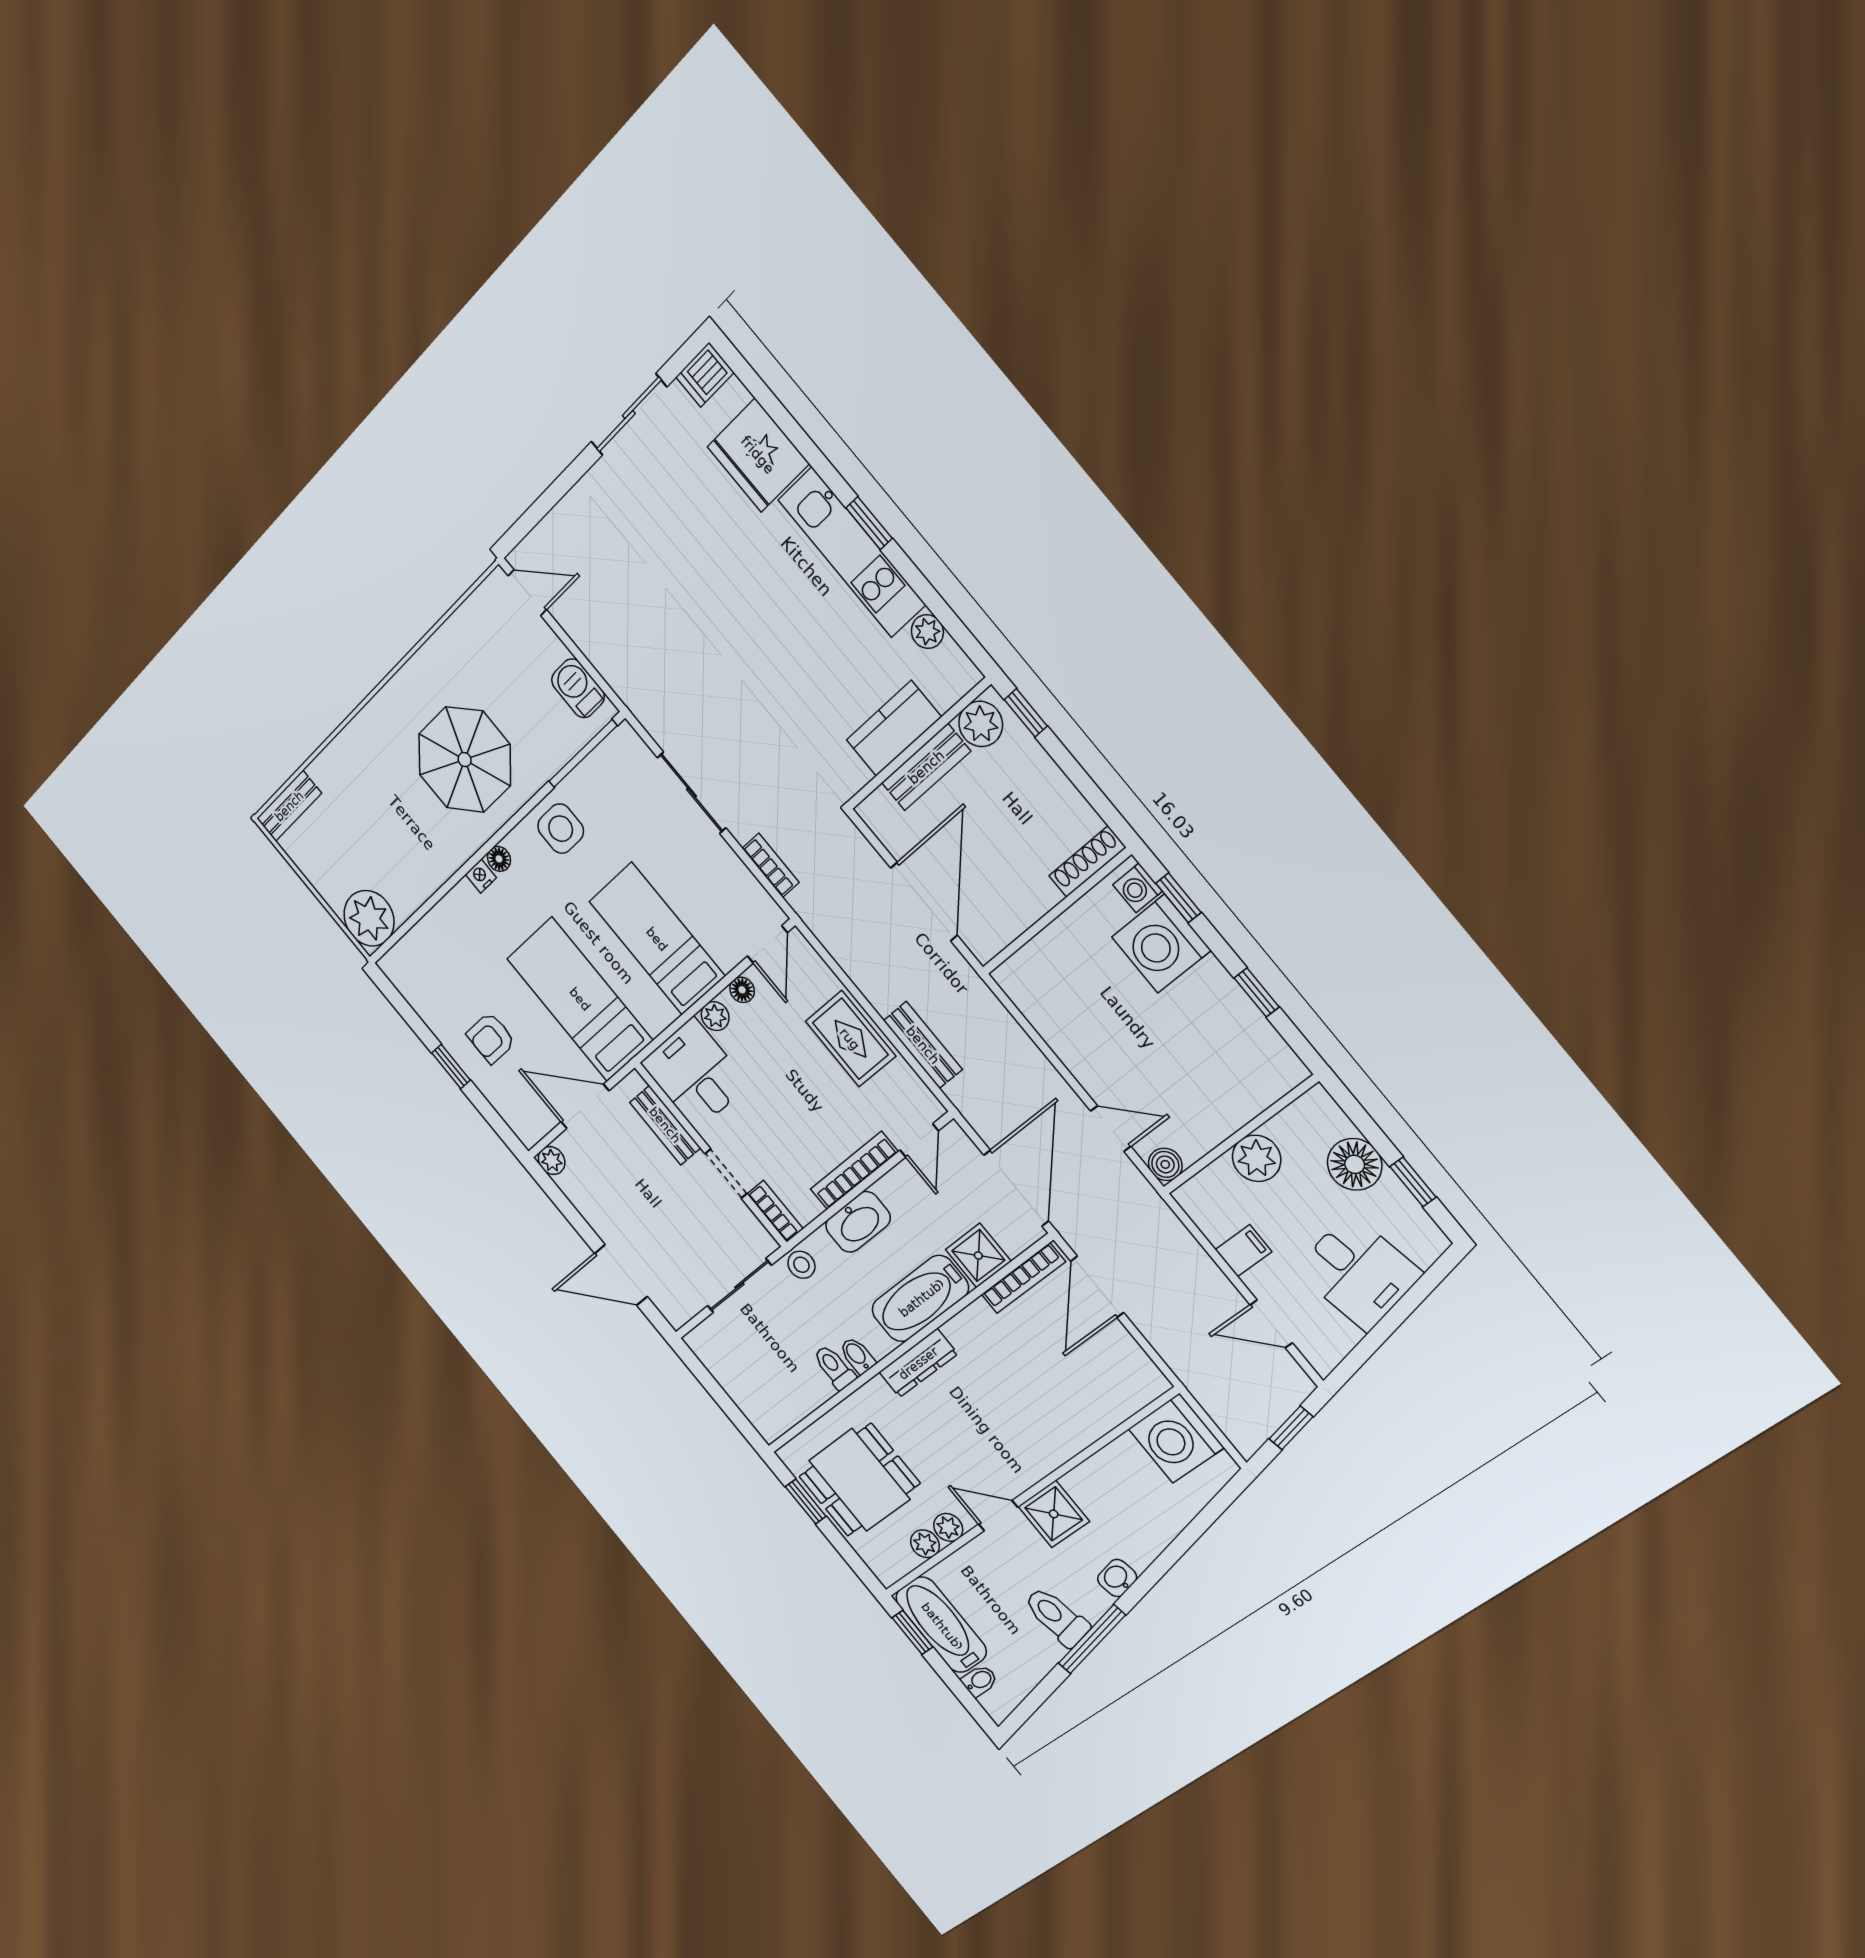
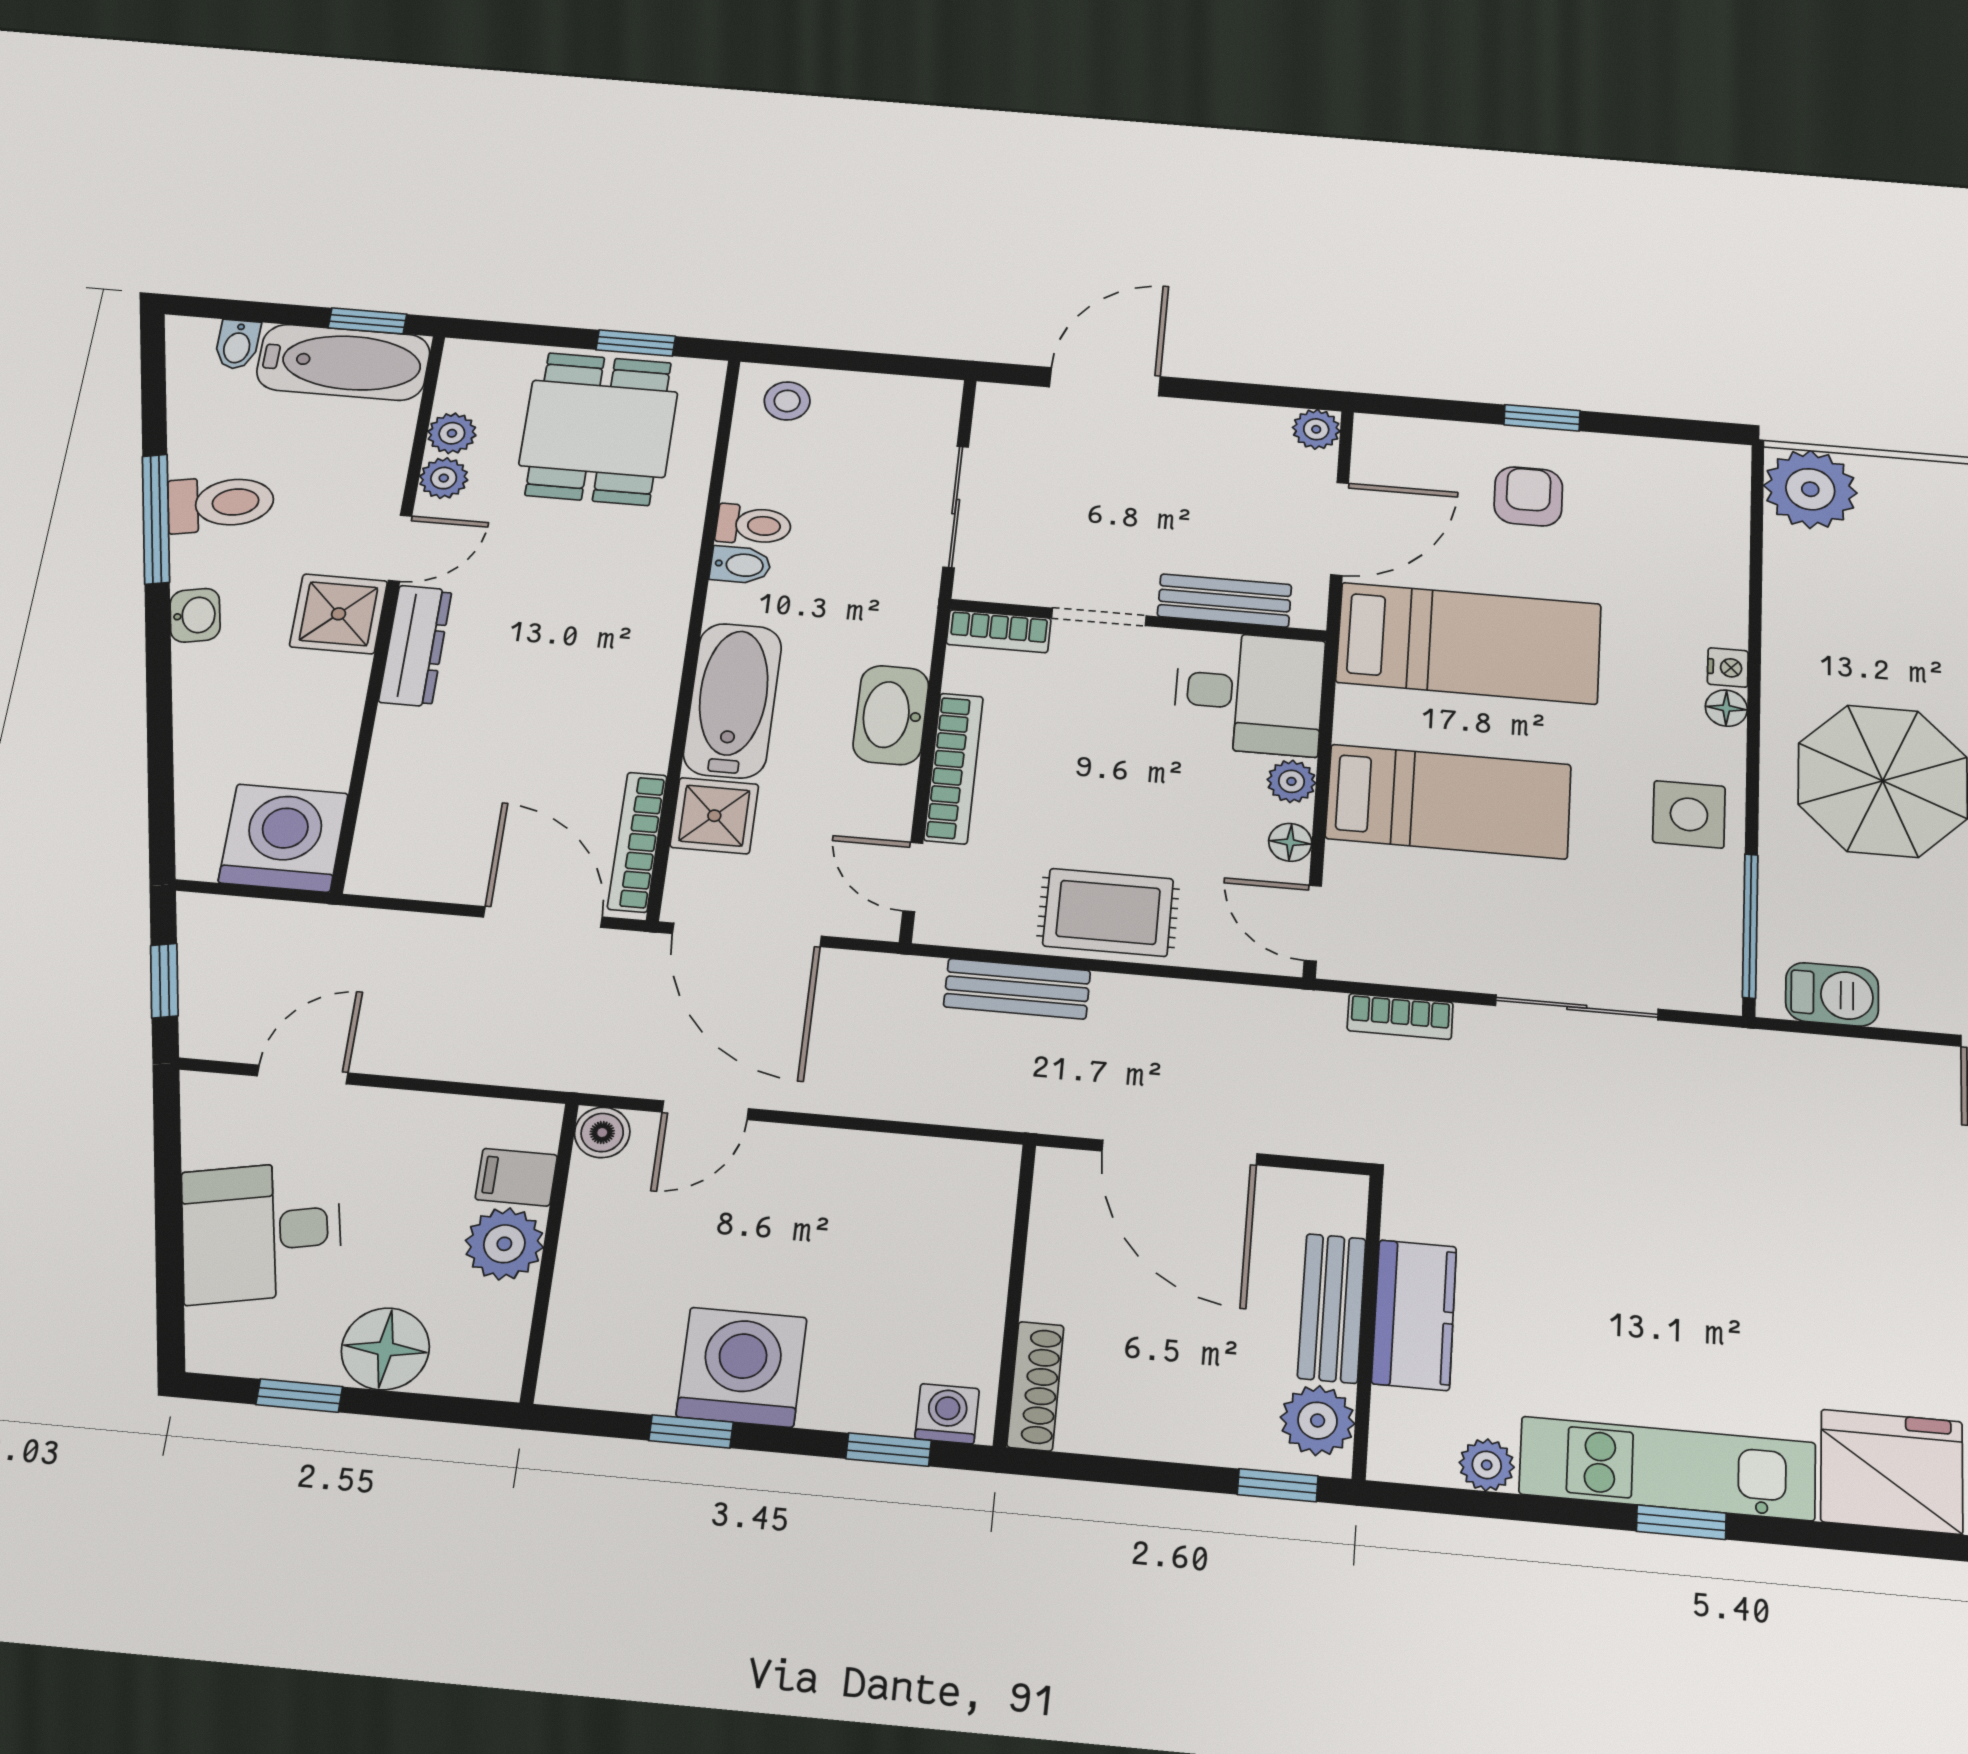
washing machine: (1161, 944) -> (742, 1367), moved
filing cabinet: (1244, 1251) -> (516, 1177), moved, turned 90
stool: (801, 1265) -> (787, 401), moved
dresser: (918, 1363) -> (415, 646), moved, turned 180

